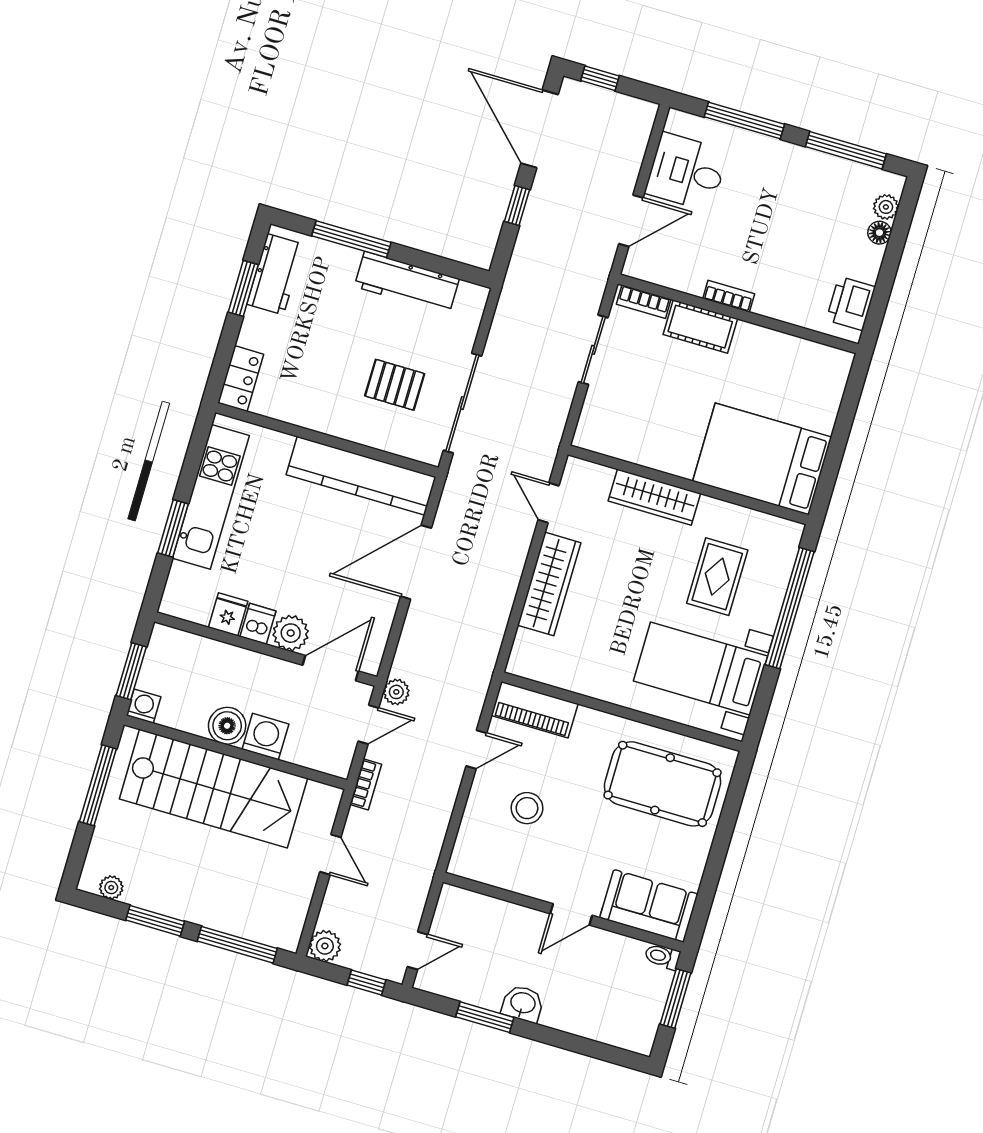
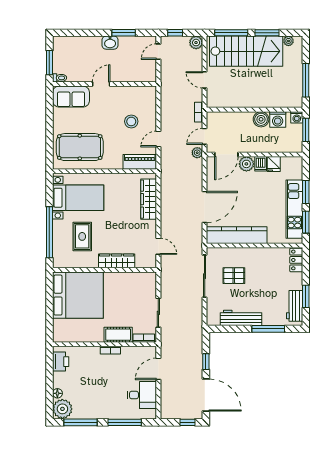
plant: (886, 207) -> (62, 409), width x1.87, depth x1.87
window: (193, 459) -> (306, 222), added
bed: (762, 459) -> (78, 295), width x1.36
wardrobe: (549, 584) -> (149, 199), moved
washing machine: (265, 737) -> (278, 119), moved
stairs: (213, 789) -> (246, 51), moved, turned 180

